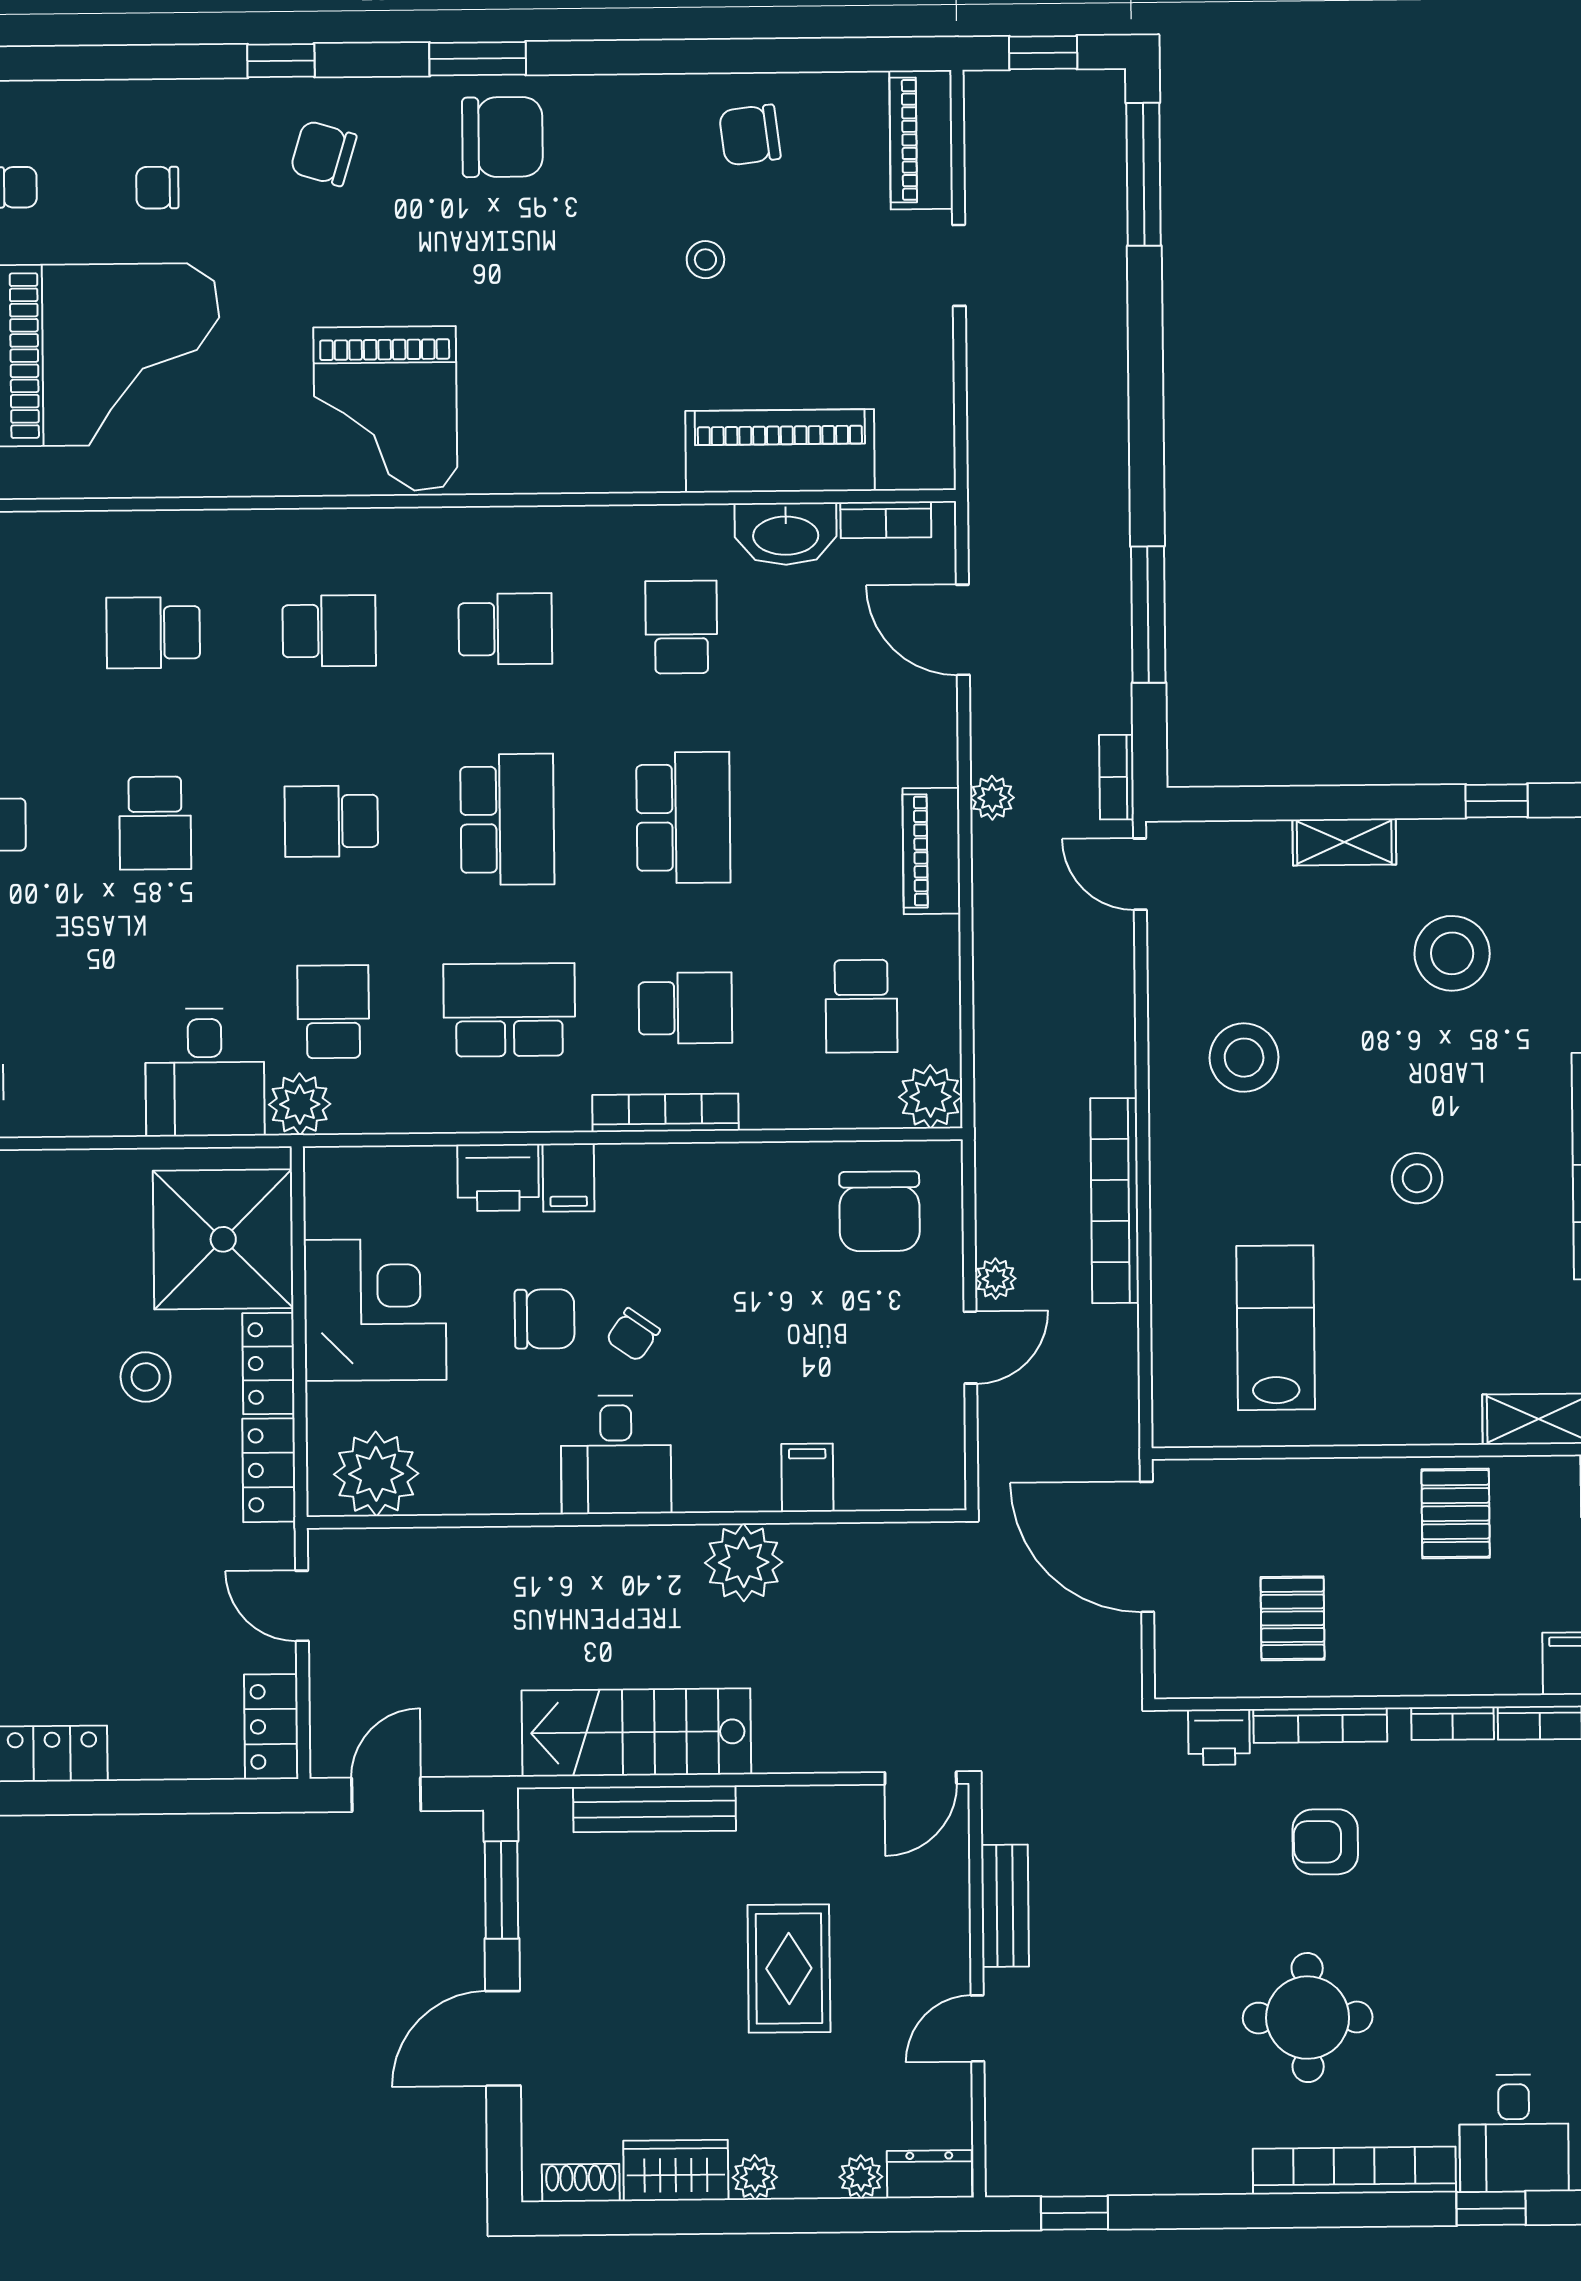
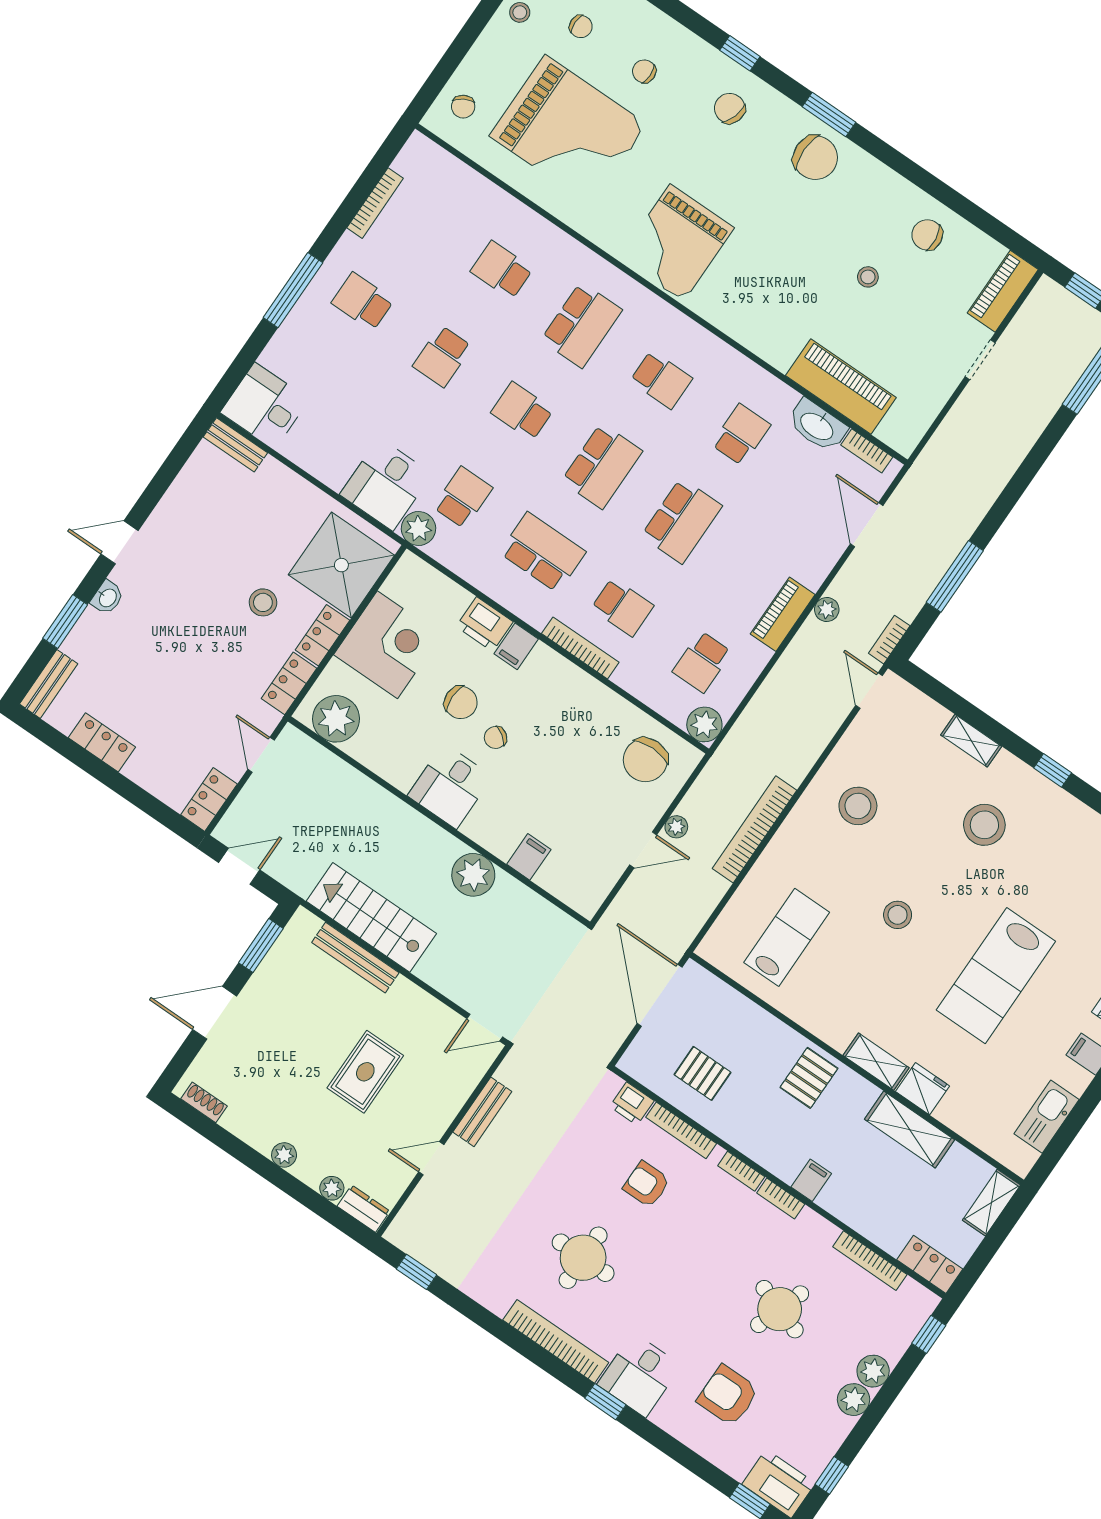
school desk: (329, 631) -> (581, 325), width x1.85
pallet: (1293, 1618) -> (702, 1073), turned 90
wardrobe: (676, 2170) -> (251, 1127), removed

